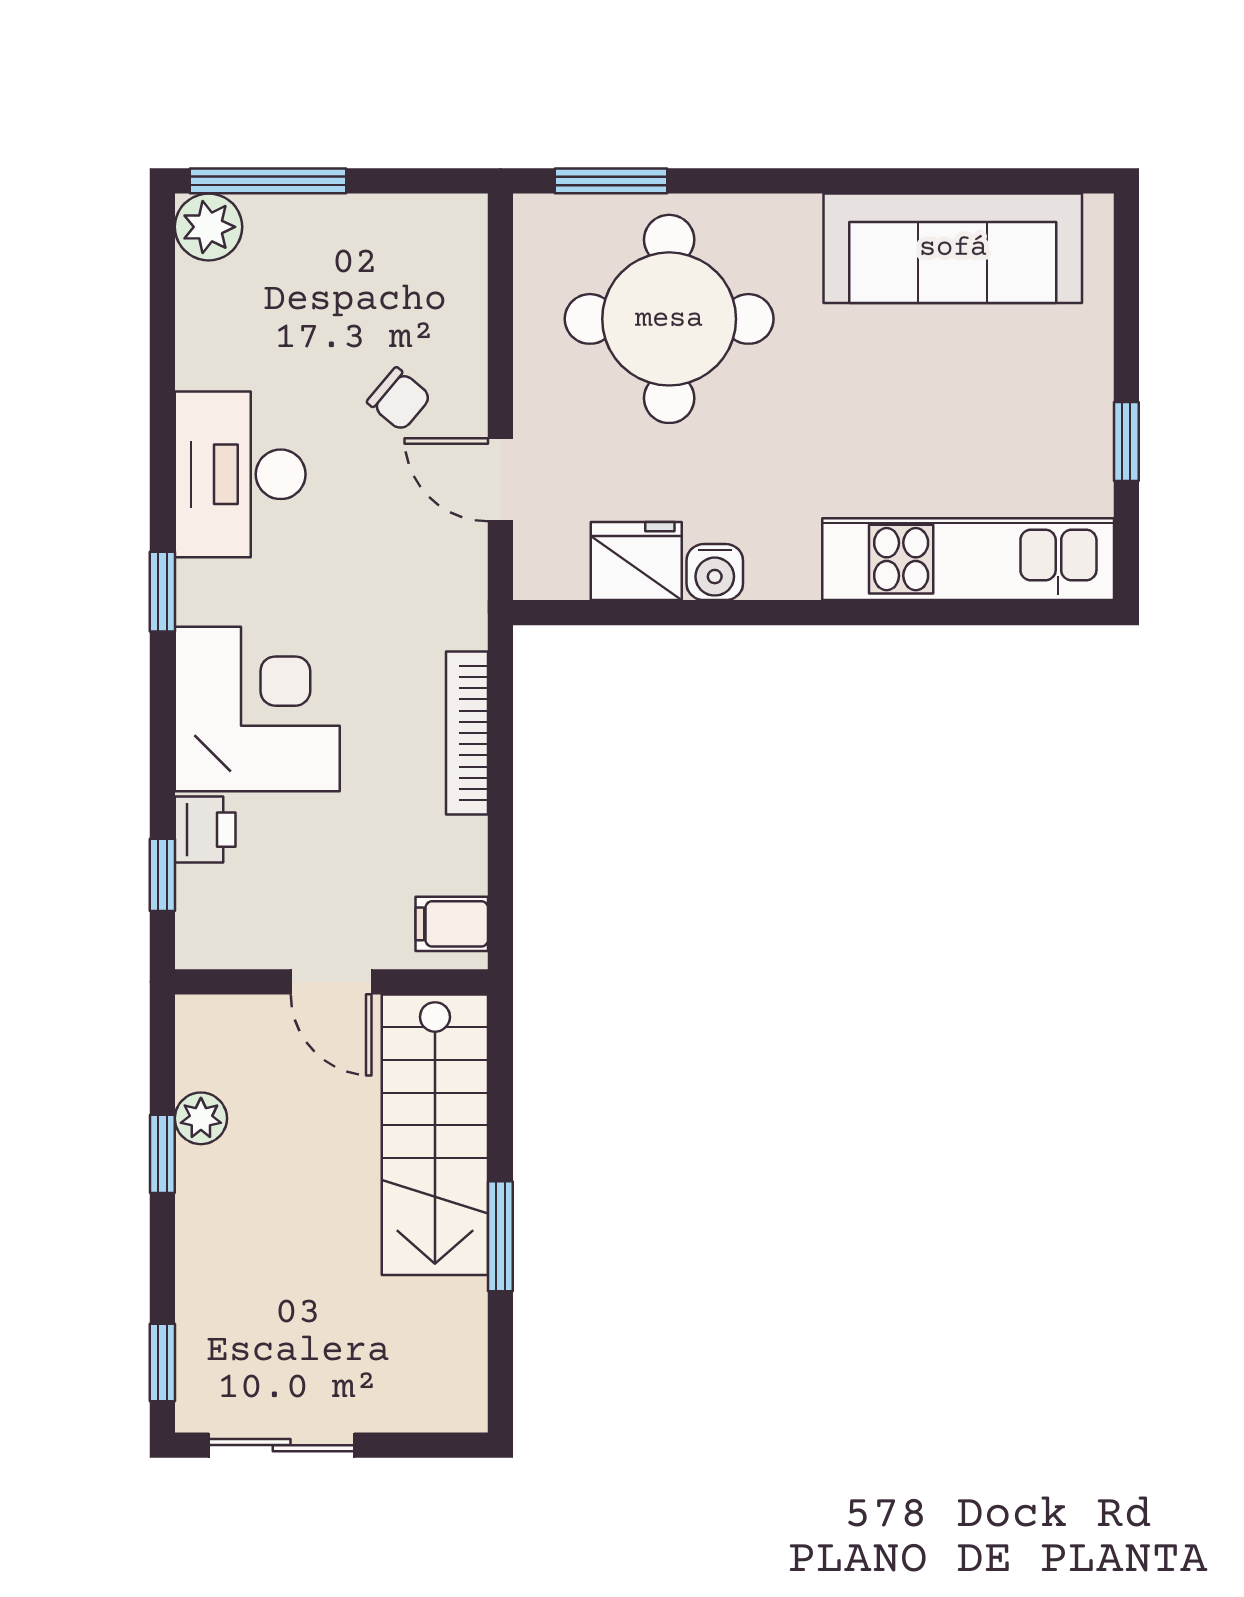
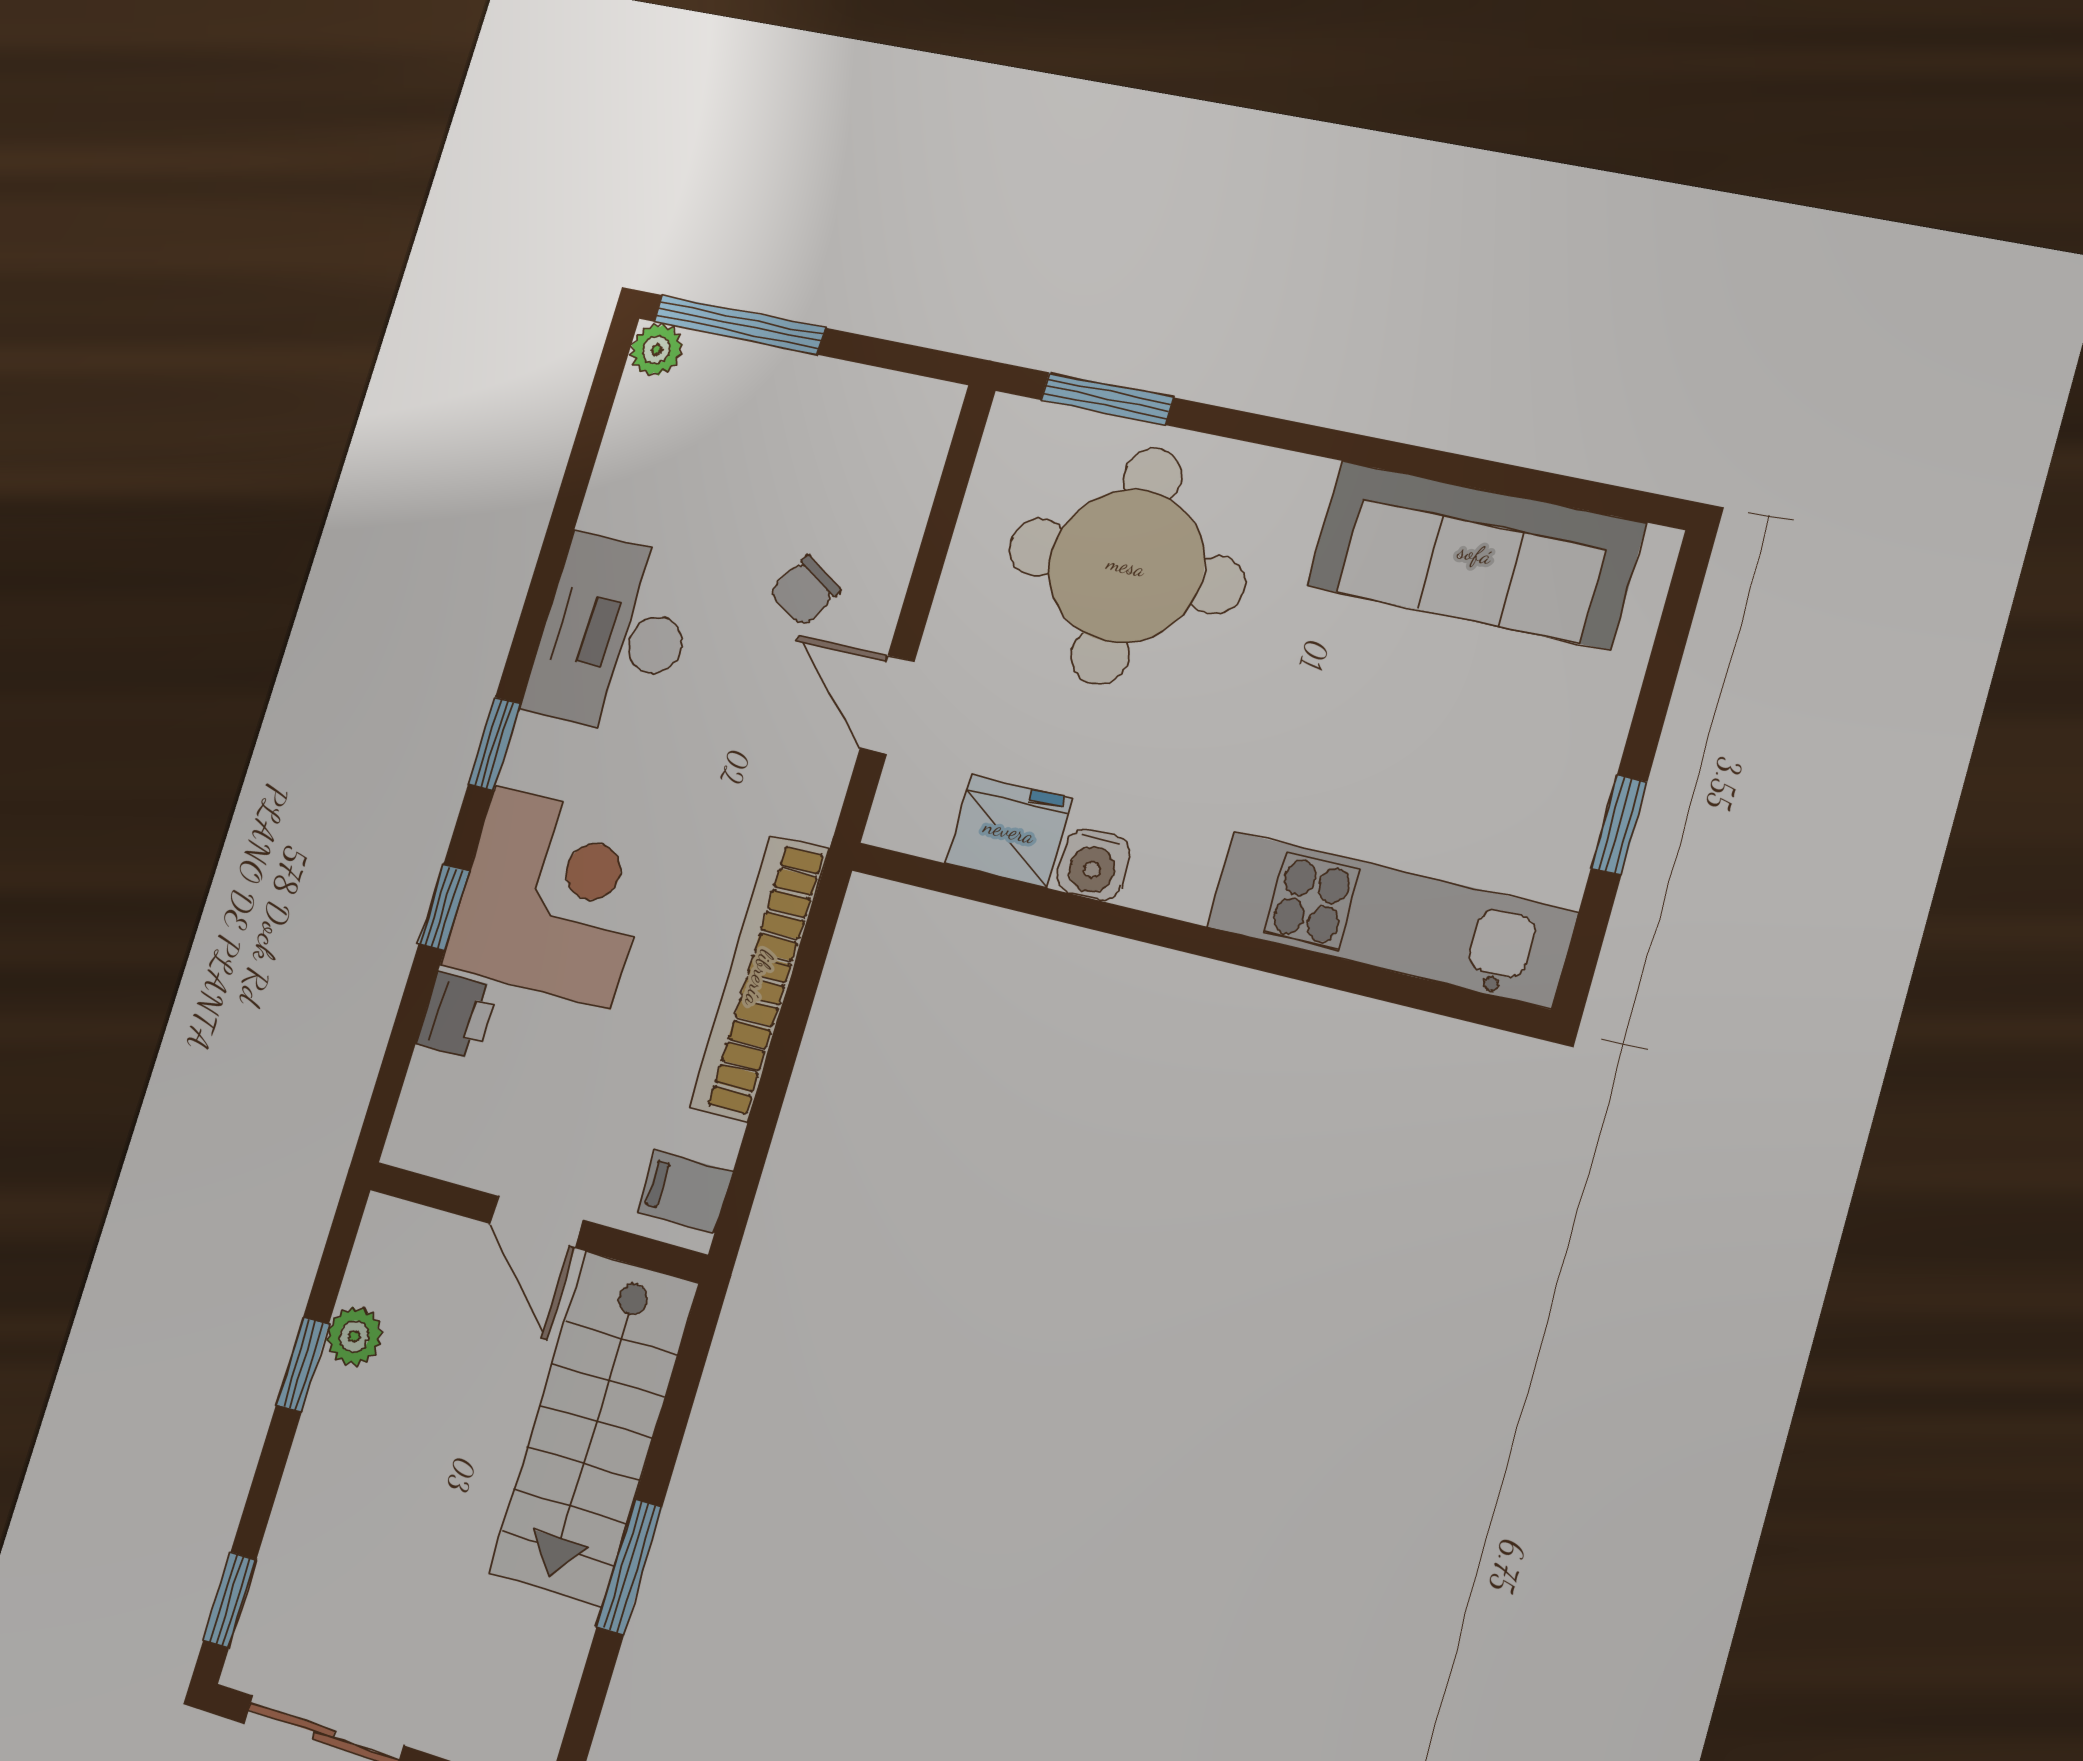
plant: (209, 227) -> (656, 350), width x0.73, depth x0.73
chair: (399, 399) -> (805, 591), turned 82
bookcase: (467, 733) -> (759, 978), width x1.48, depth x1.31
window: (162, 875) -> (444, 907), moved

